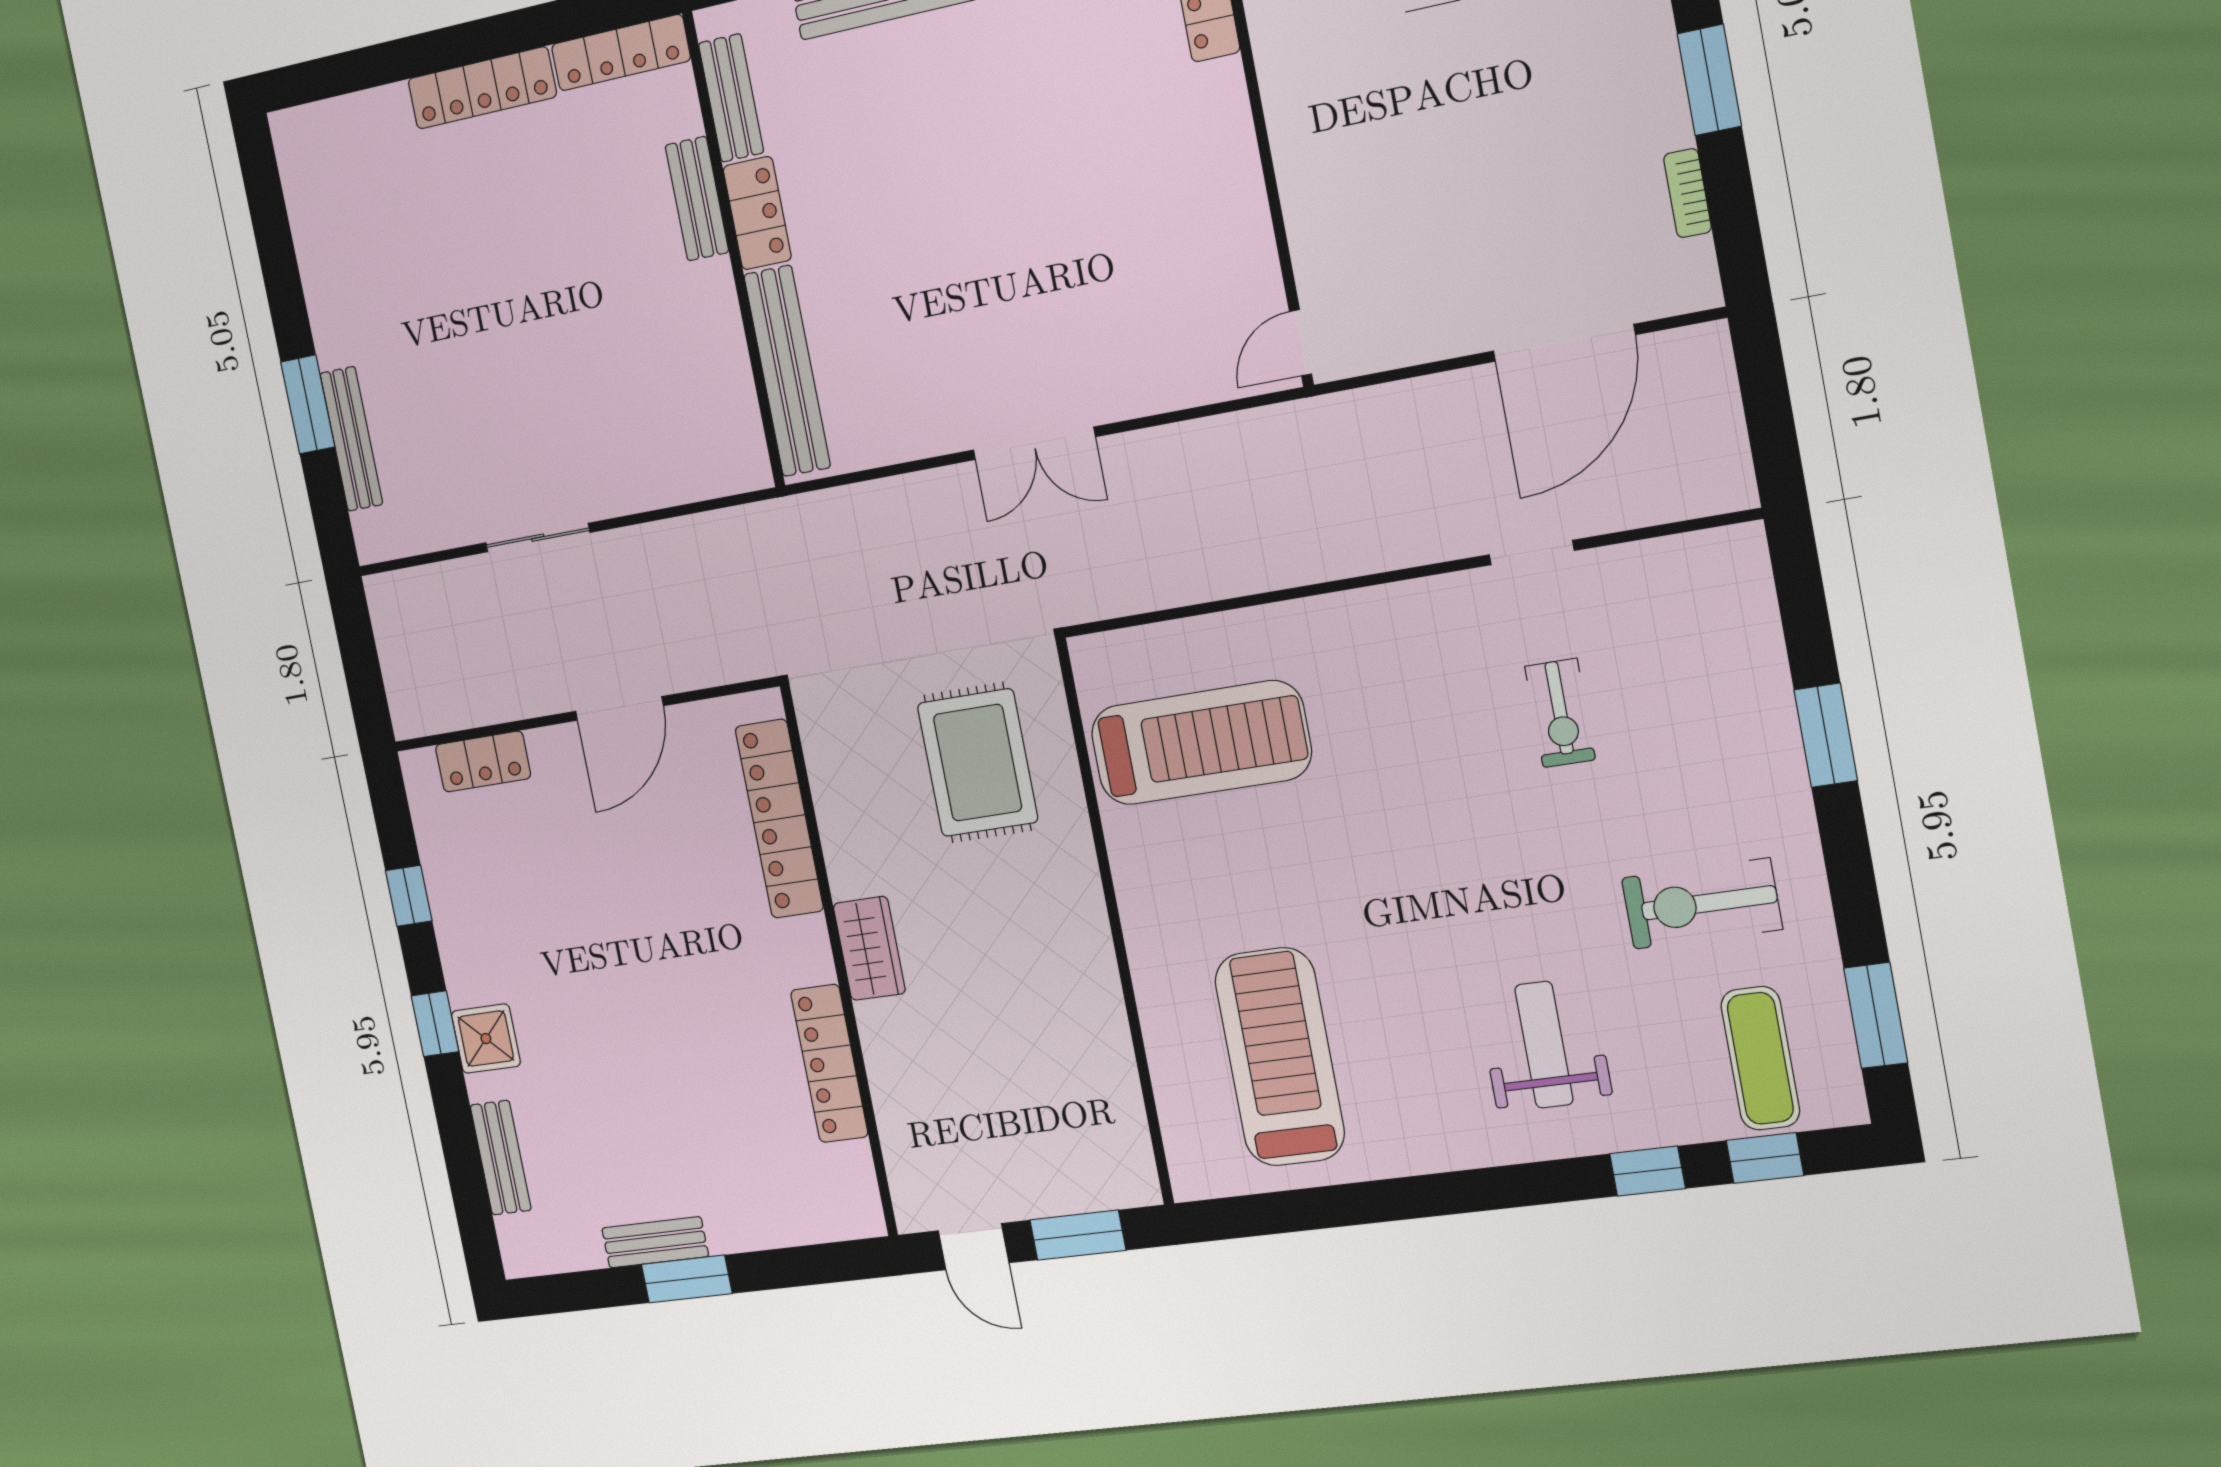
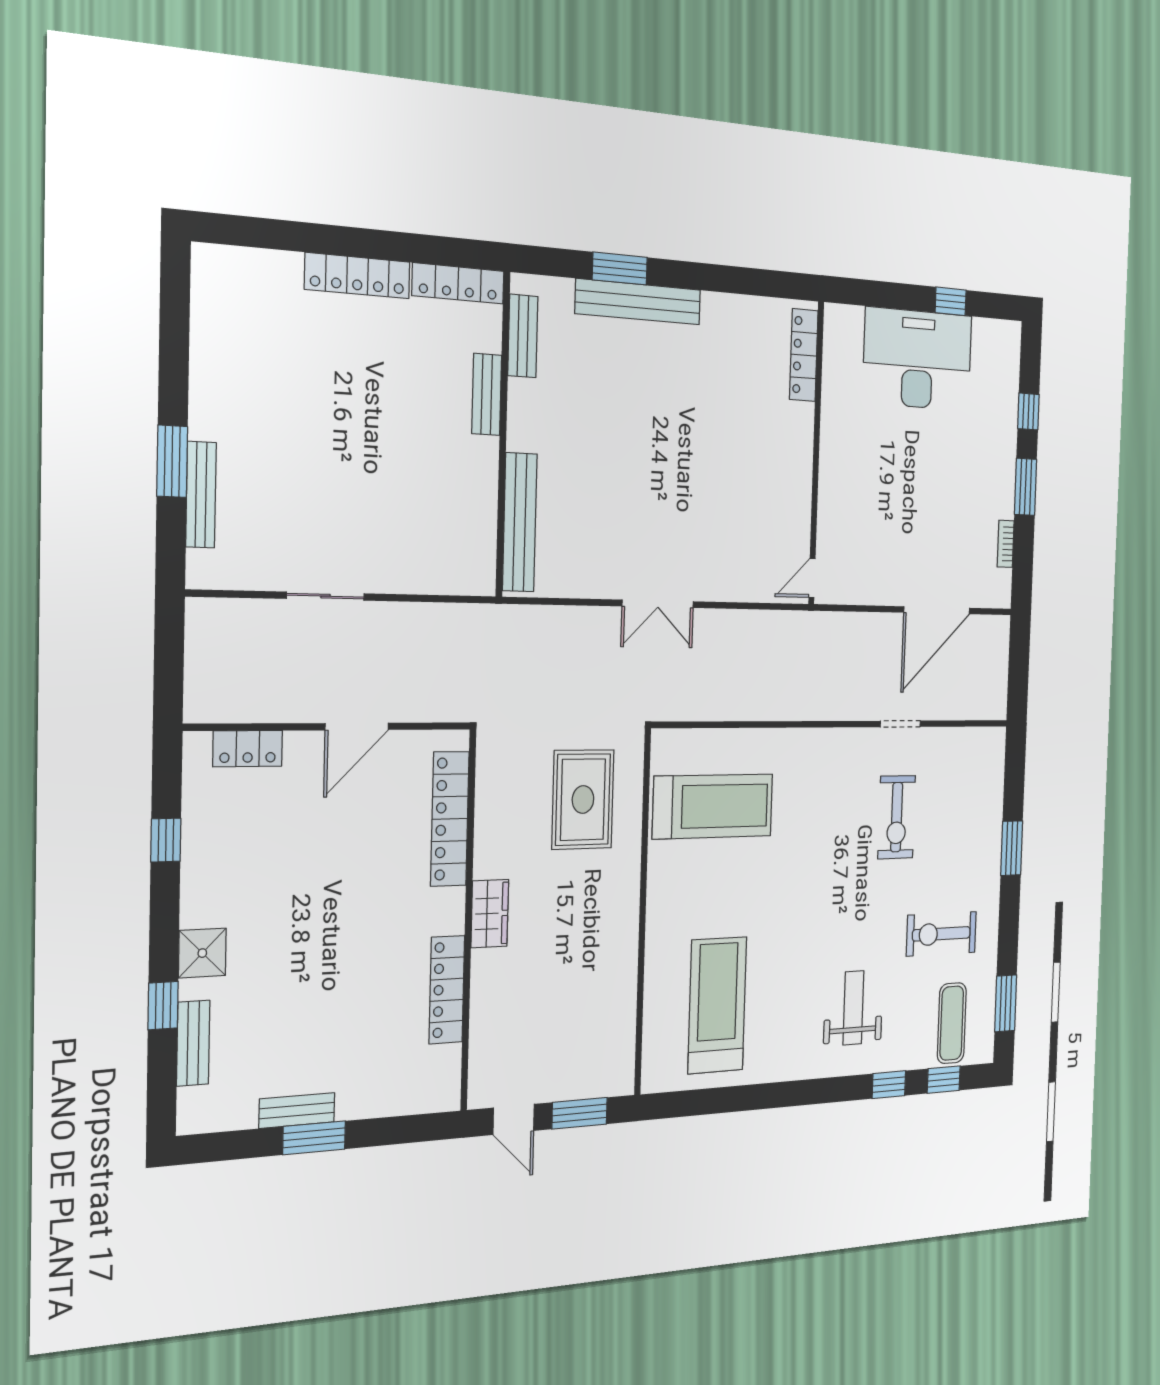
locker: (757, 213) -> (523, 415), removed
exercise bike: (1560, 713) -> (897, 817), width x1.38, depth x1.39
window: (435, 1024) -> (163, 1006), moved

